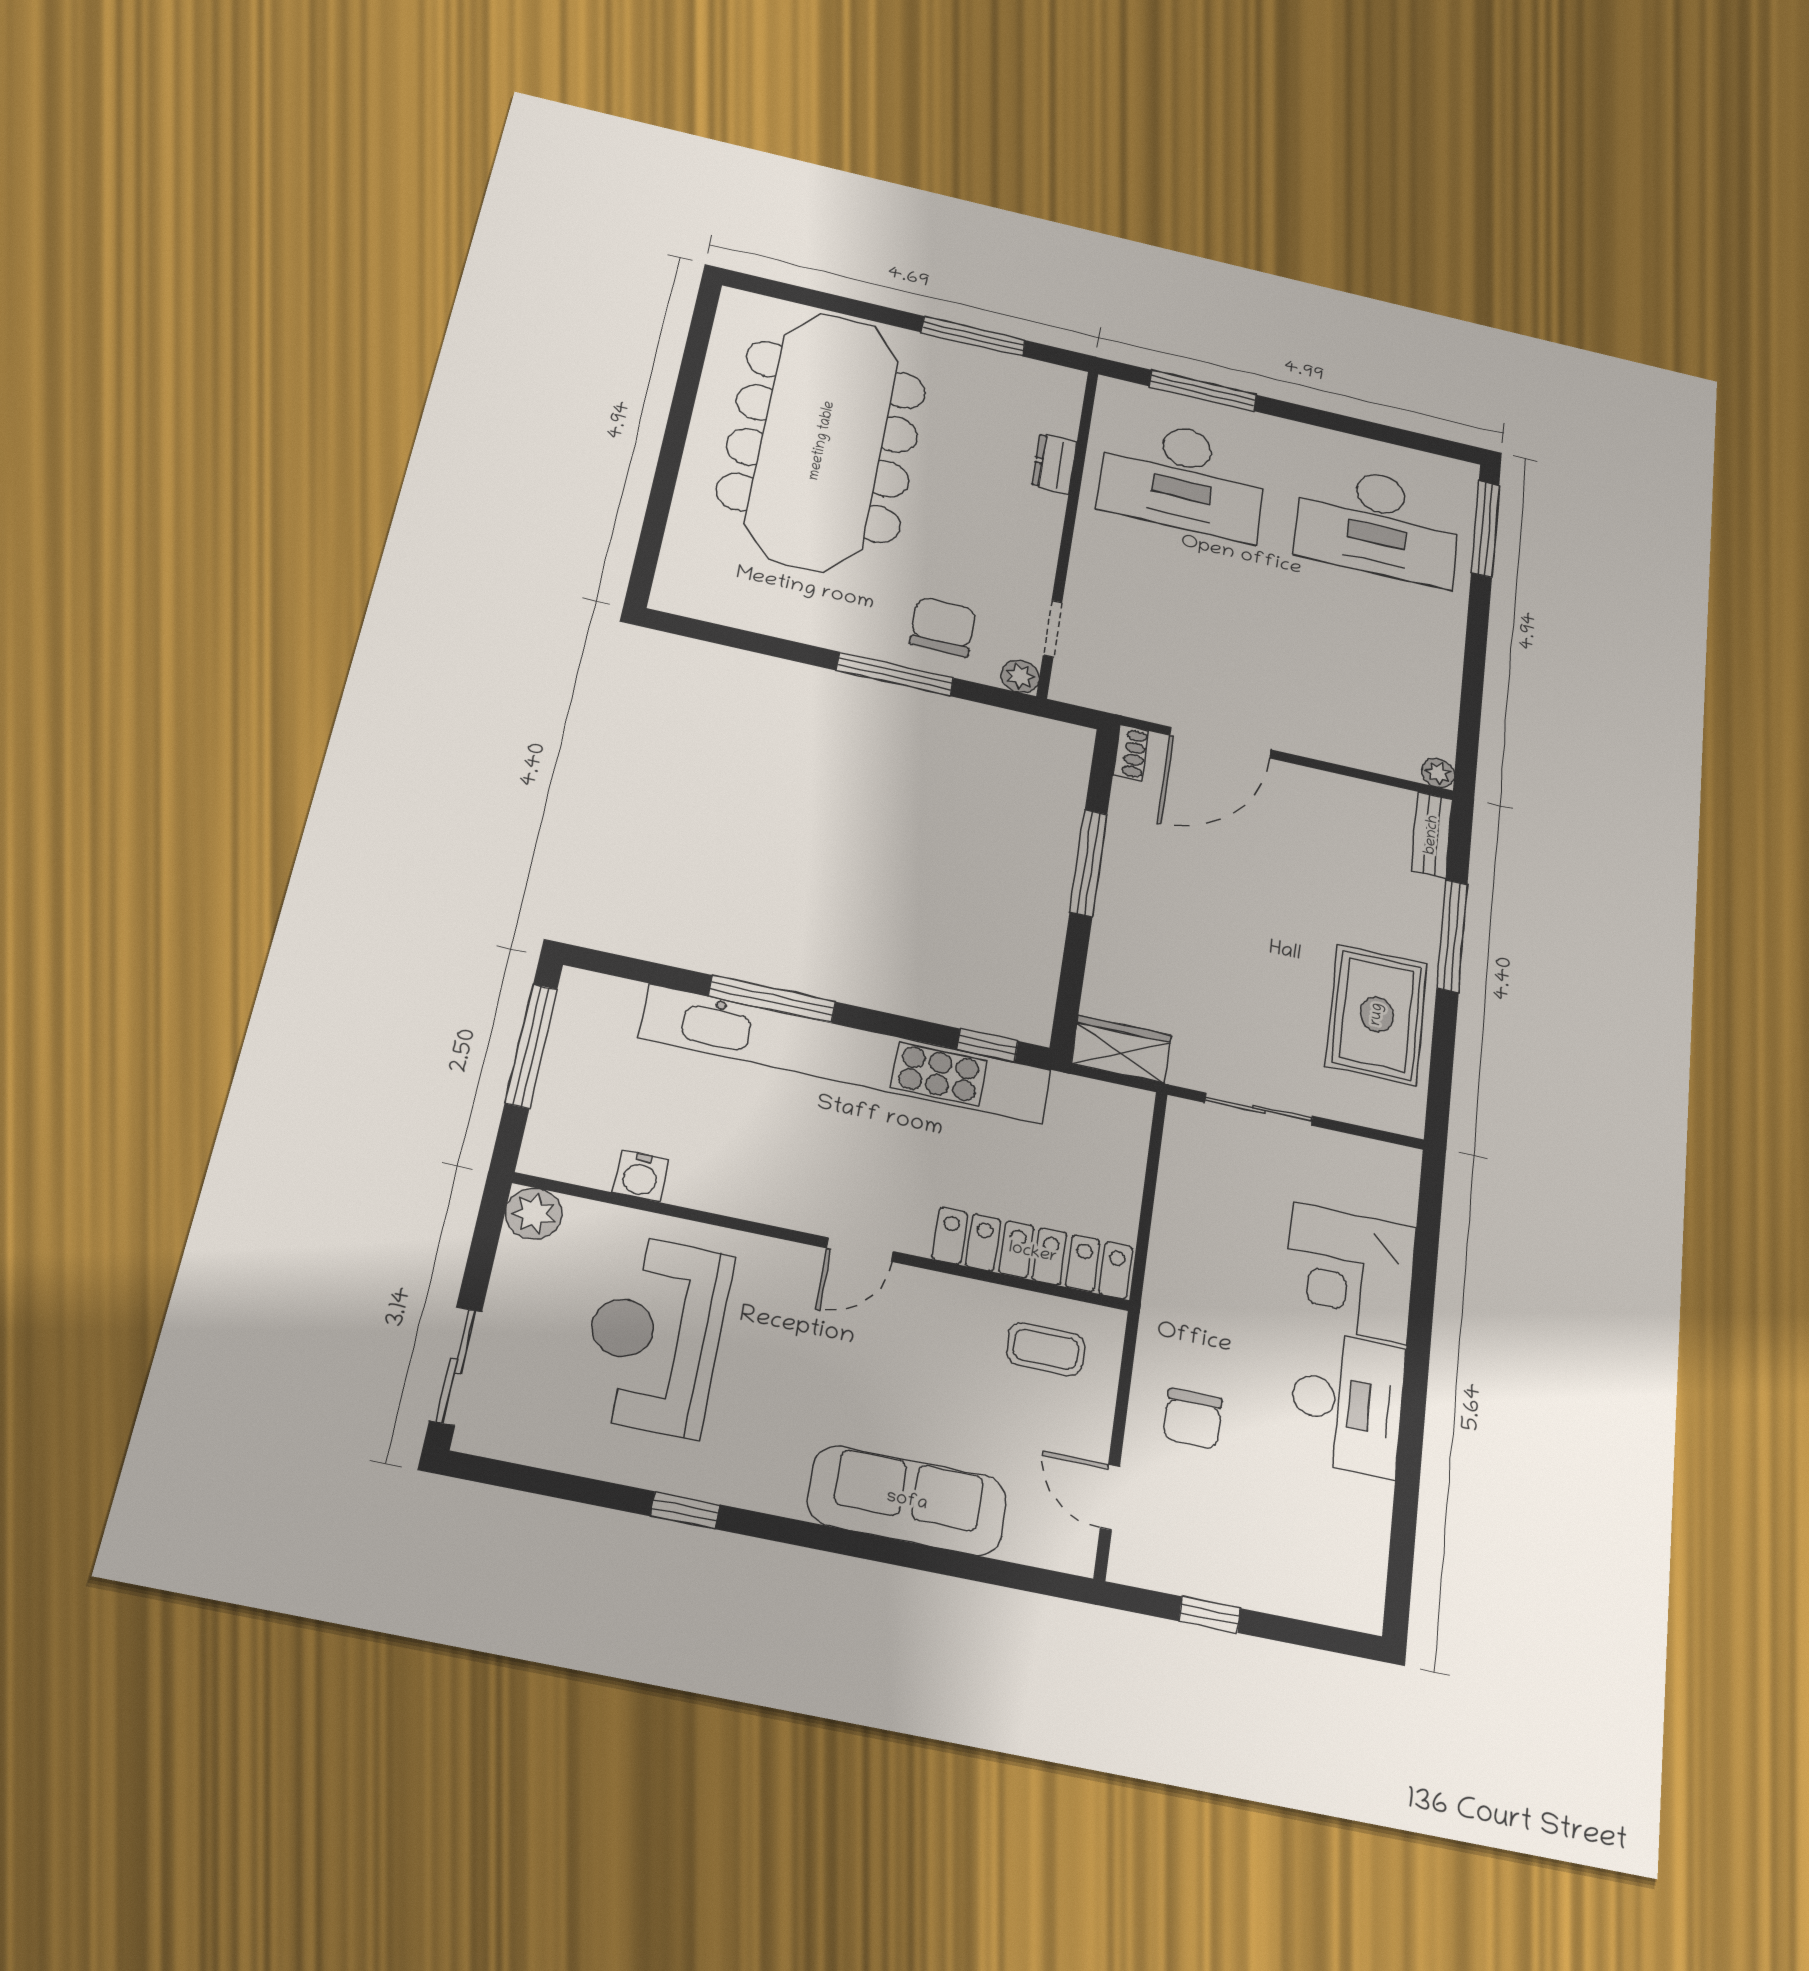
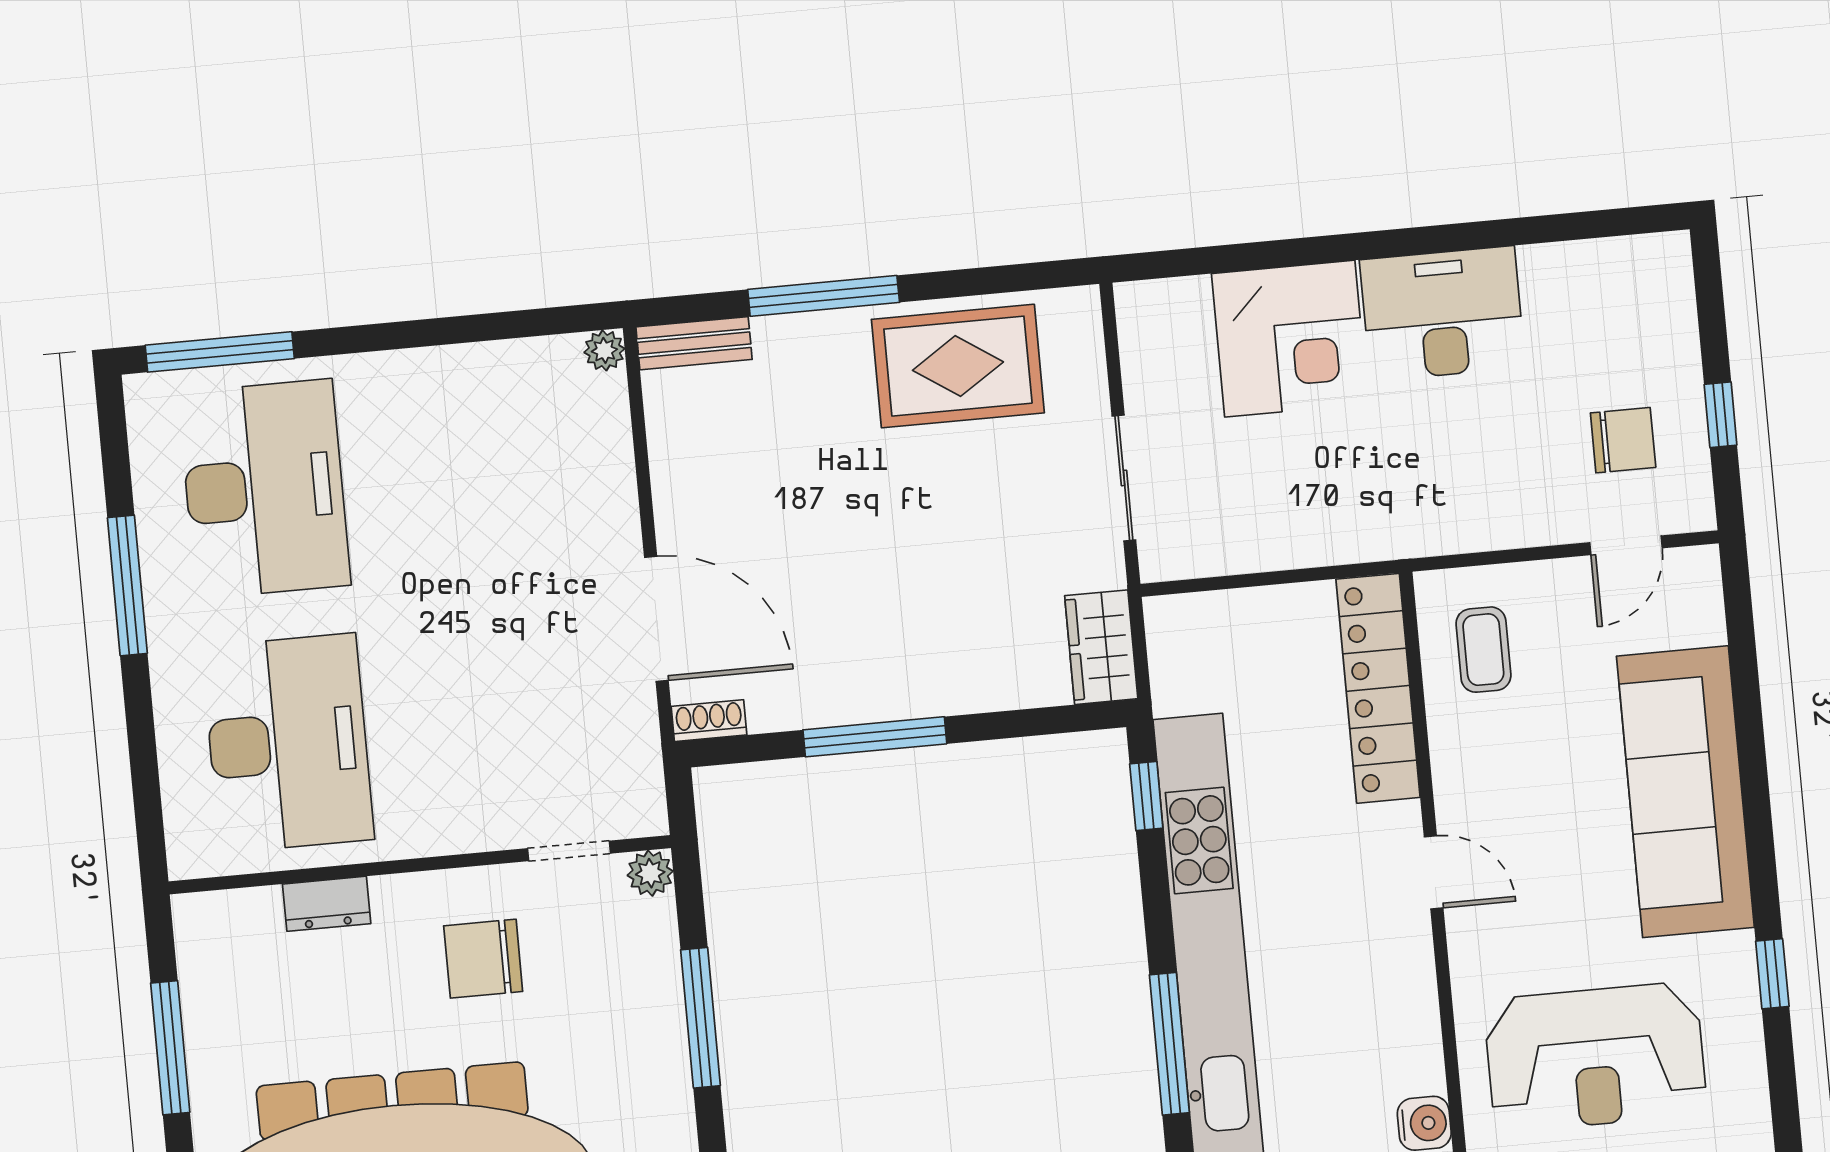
window: (1203, 391) -> (127, 585), moved
chair: (943, 627) -> (483, 959), moved
chair: (1193, 1419) -> (1623, 440), moved
sofa: (907, 1501) -> (1685, 792), width x1.36, depth x1.27

